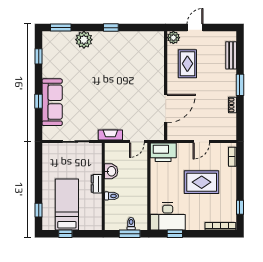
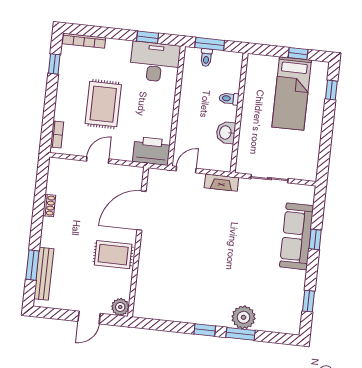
window: (61, 28) -> (240, 334), moved
bench: (231, 55) -> (44, 274), width x1.36
rug: (187, 64) -> (113, 255), moved, turned 90
window: (240, 85) -> (32, 265), moved
rug: (202, 182) -> (103, 104), turned 90
dresser: (97, 184) -> (248, 118), removed

